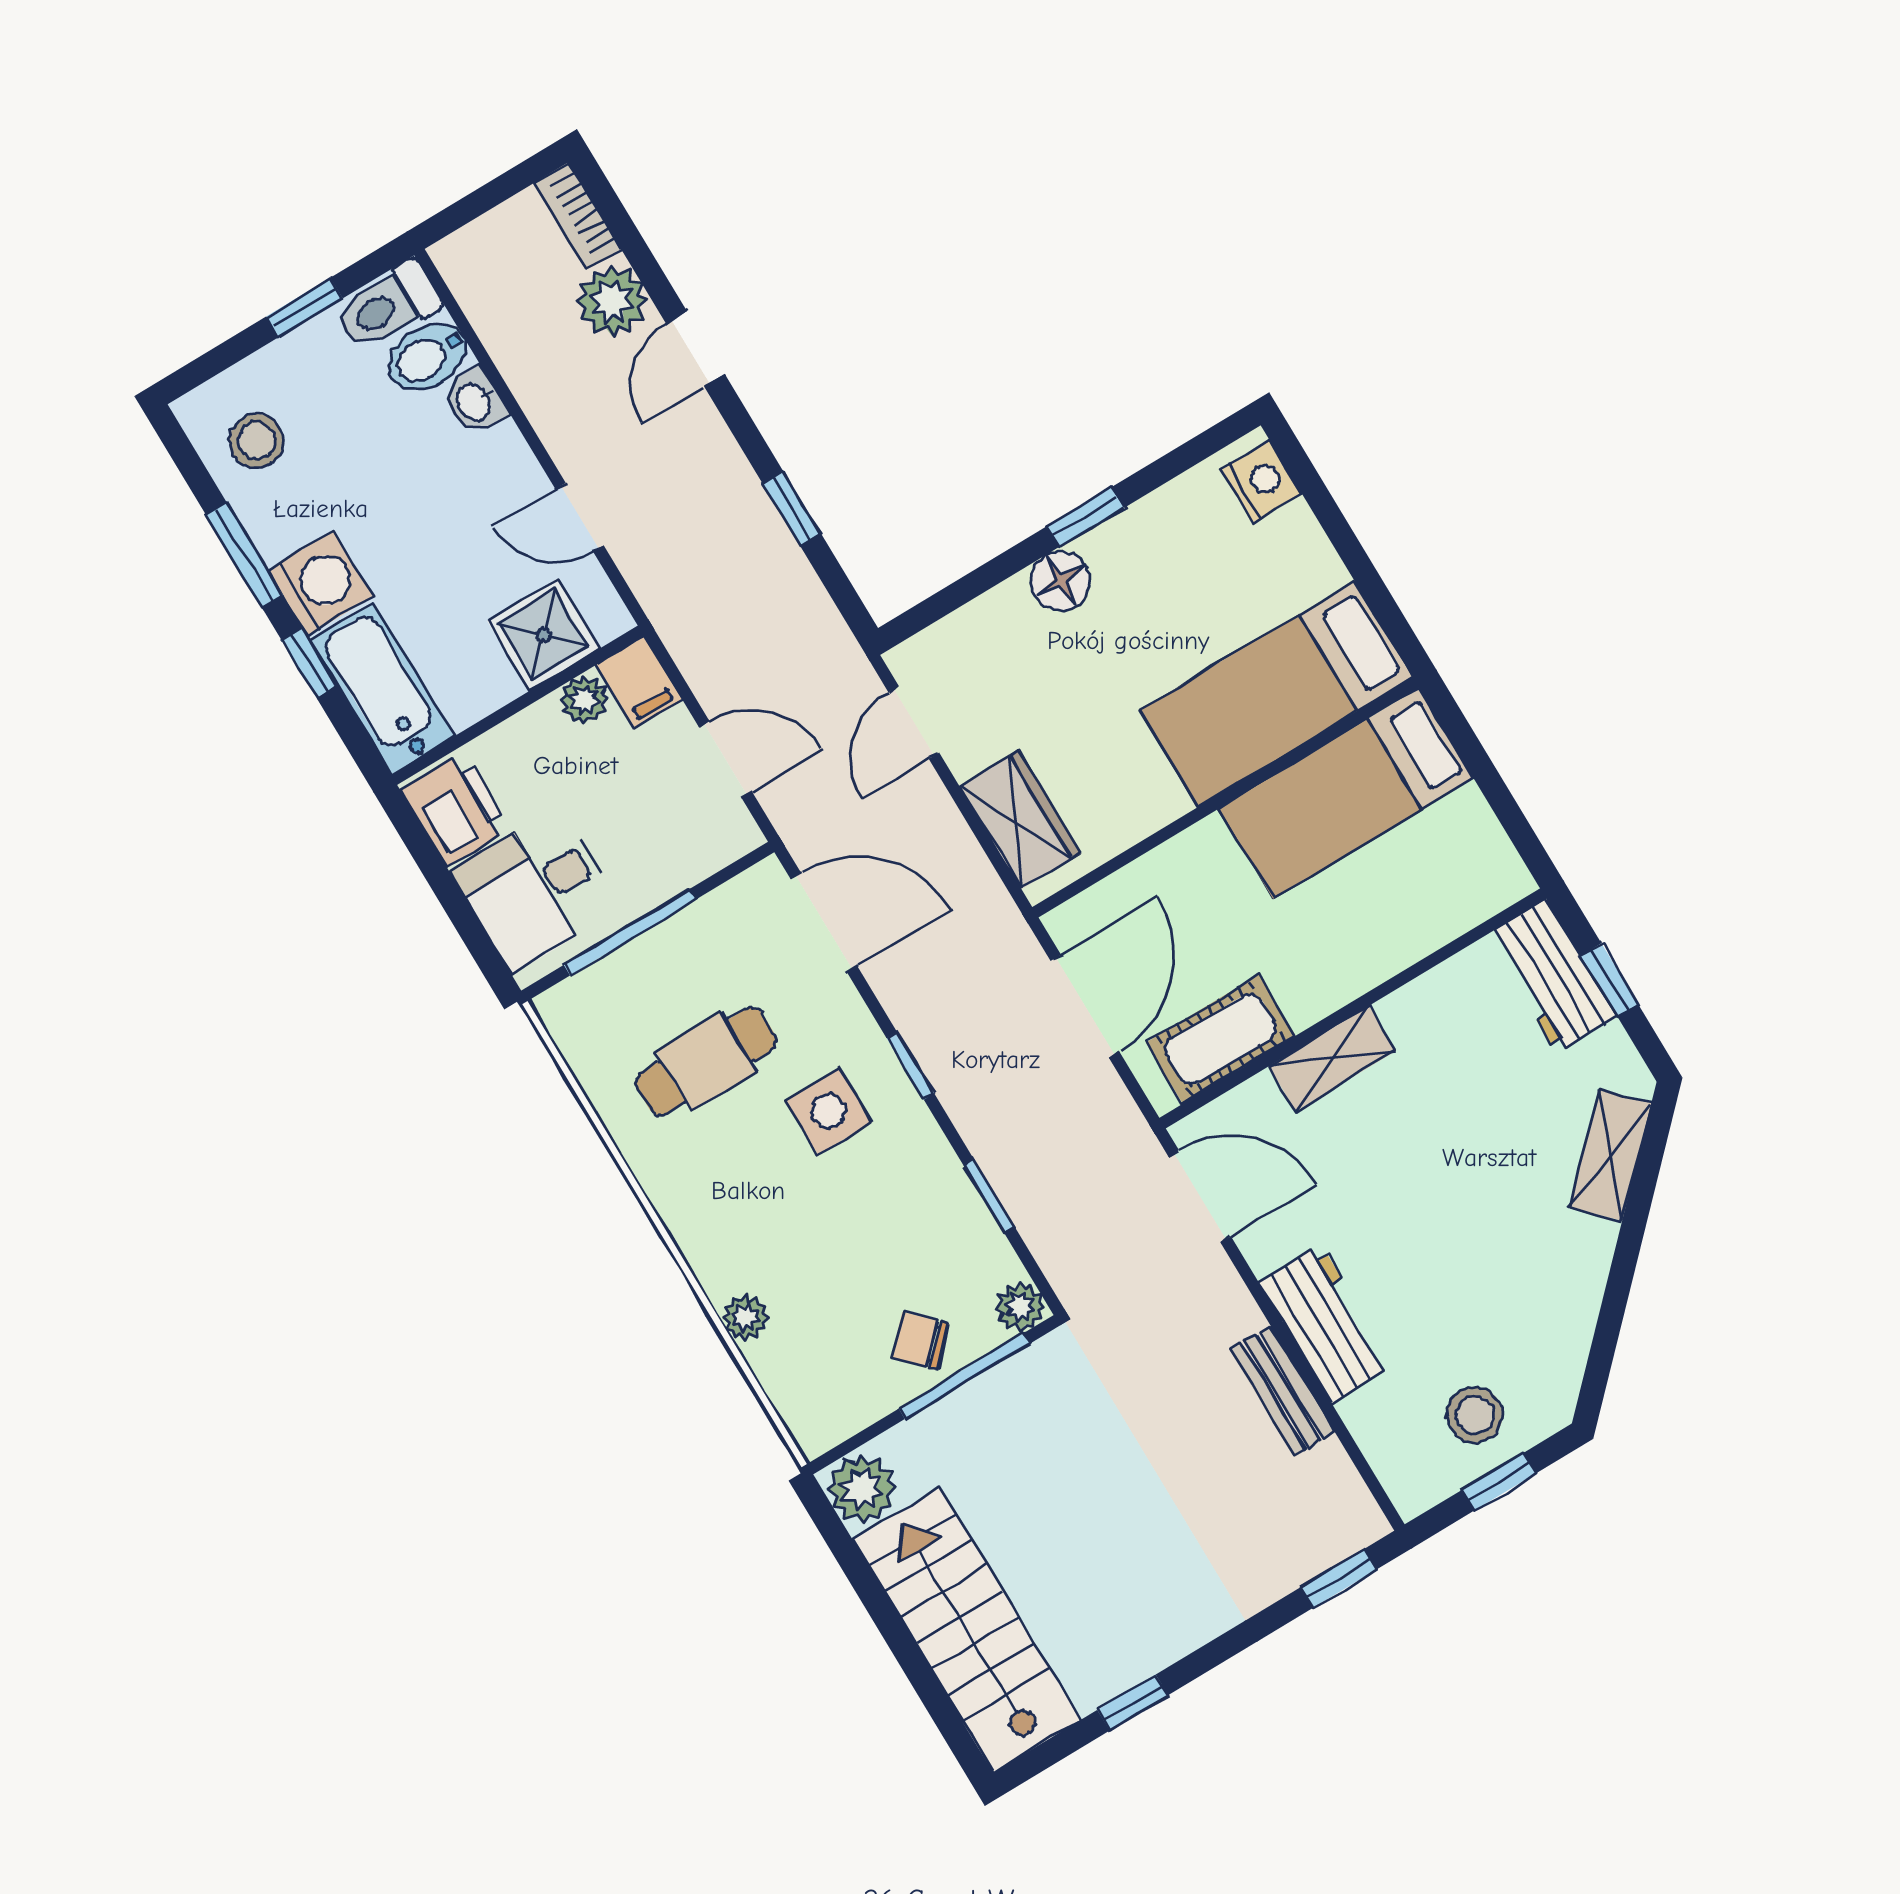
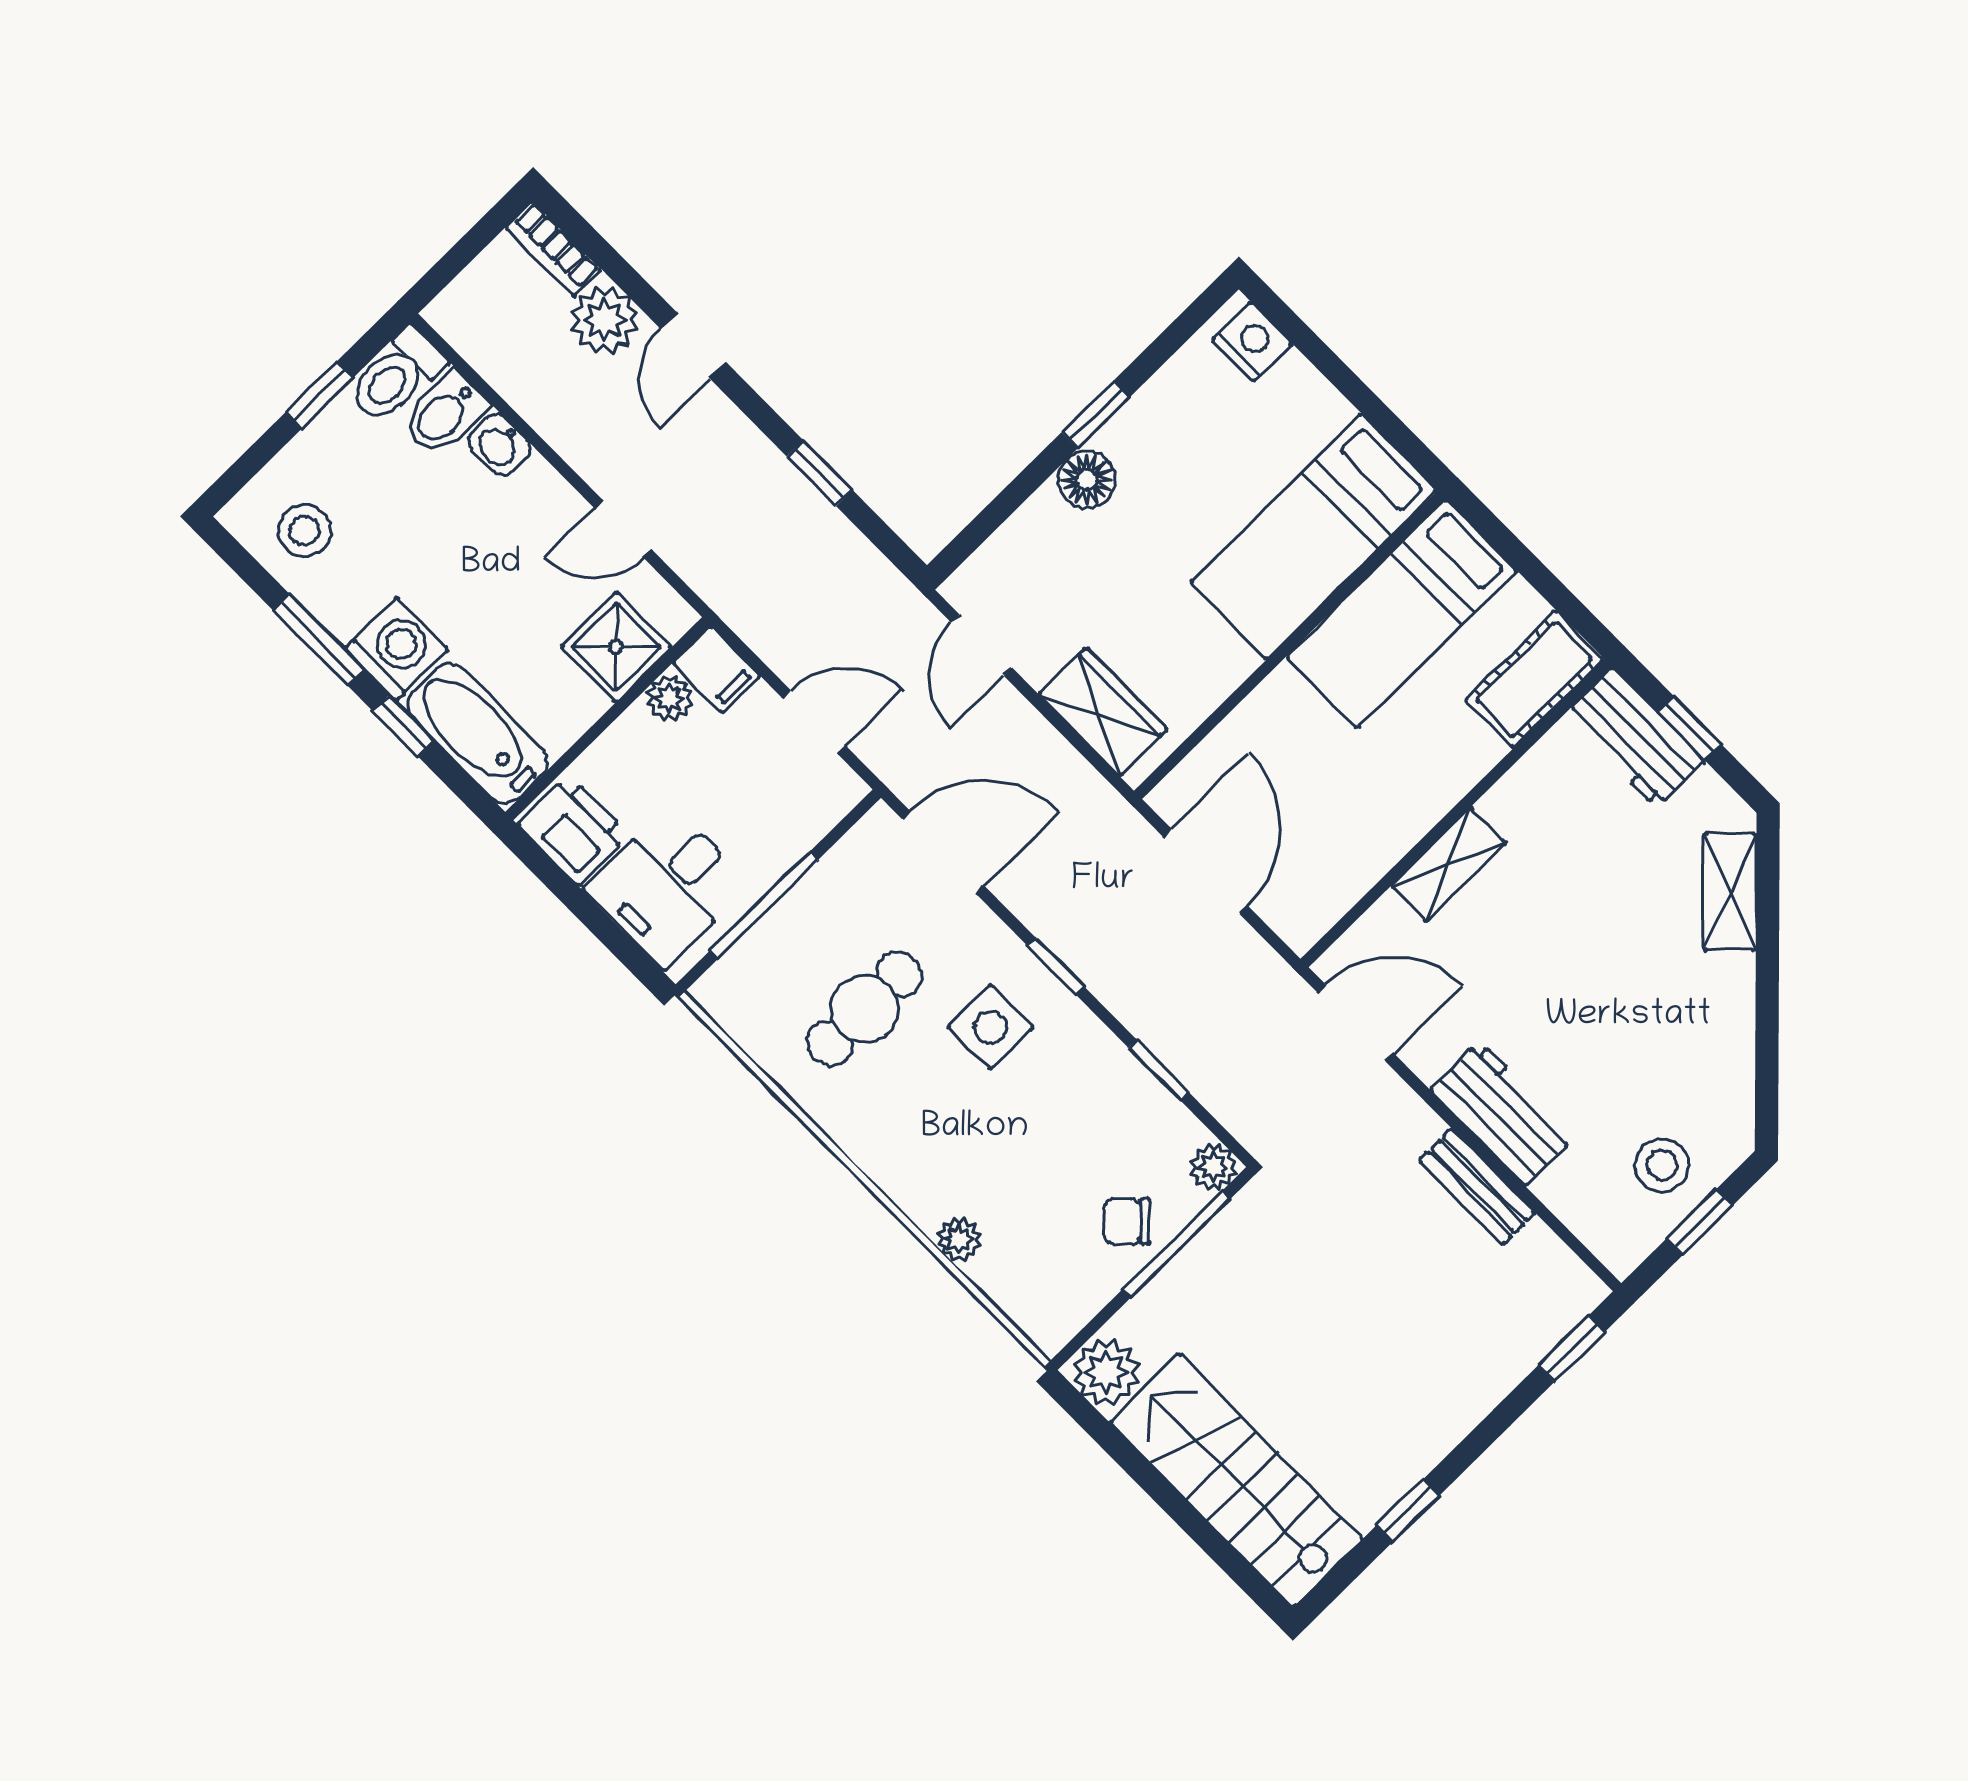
cot: (1221, 1039) -> (1534, 680), moved

